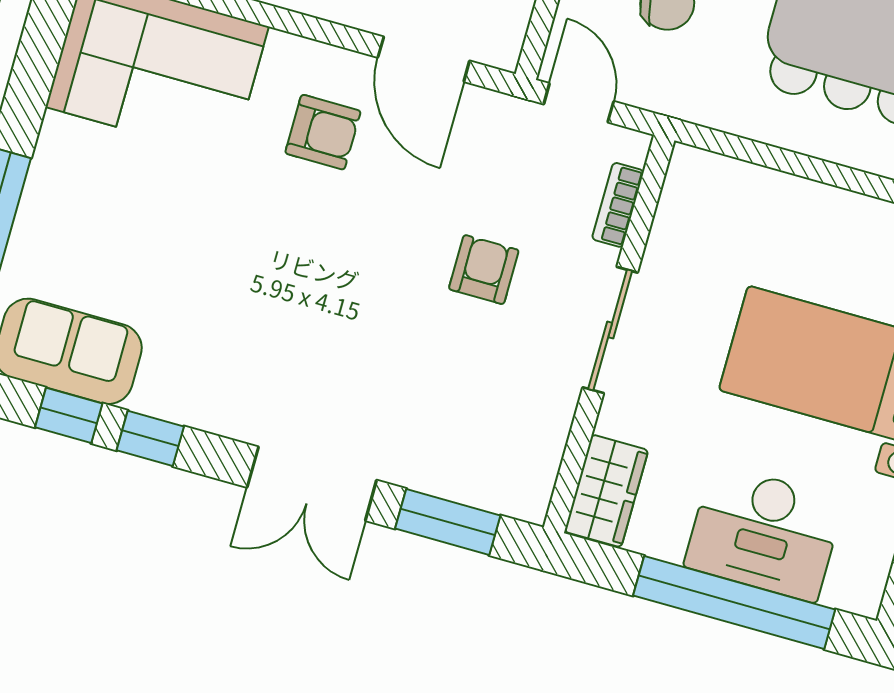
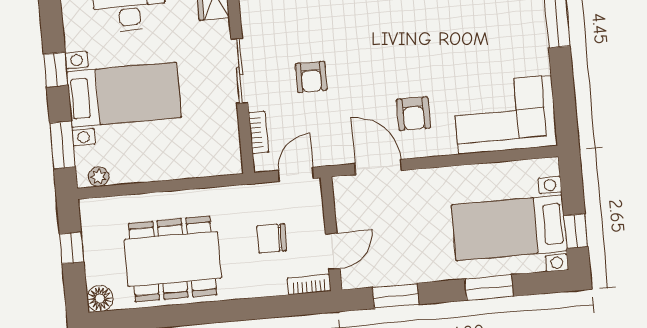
door: (579, 103) -> (296, 174), swing flipped
armchair: (323, 132) -> (413, 114), turned -90

